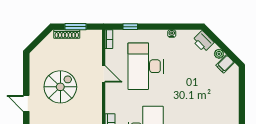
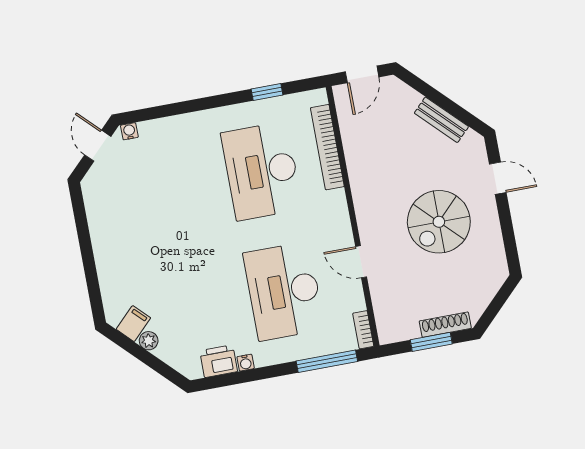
window: (130, 27) -> (327, 361), width x2.17
printer: (203, 41) -> (219, 361), moved, turned -45
desk: (146, 66) -> (284, 291), turned 180

